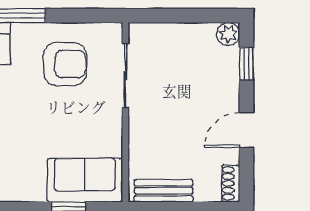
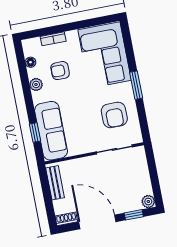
door: (246, 130) -> (97, 222), width x1.88
sofa: (85, 180) -> (51, 131), width x1.36

